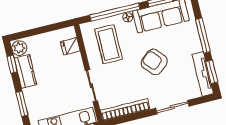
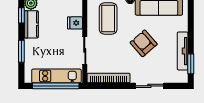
window: (203, 36) -> (191, 31), removed
fridge: (70, 46) -> (75, 23), moved
tv unit: (203, 74) -> (183, 51), moved

